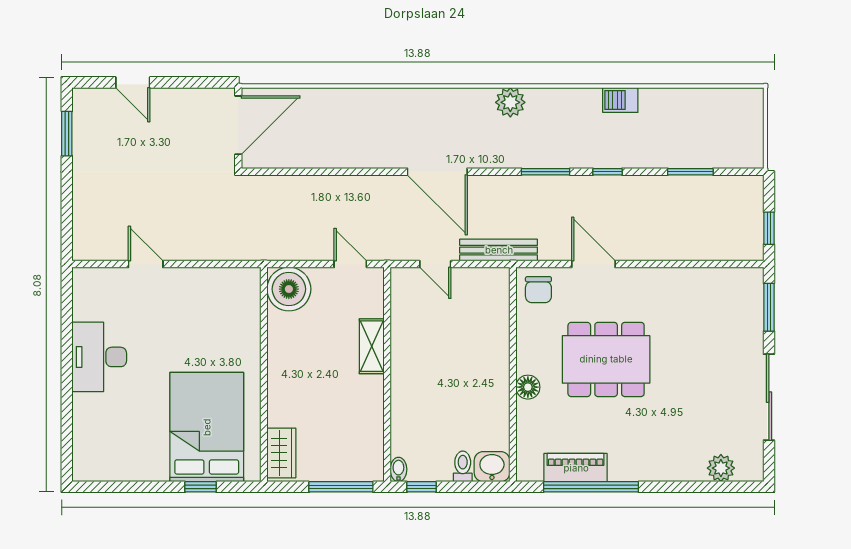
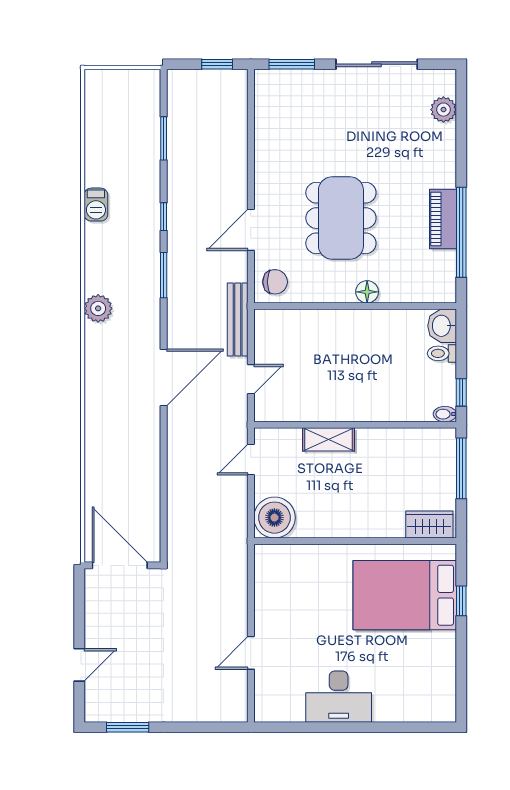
piano: (576, 468) -> (443, 219), moved

